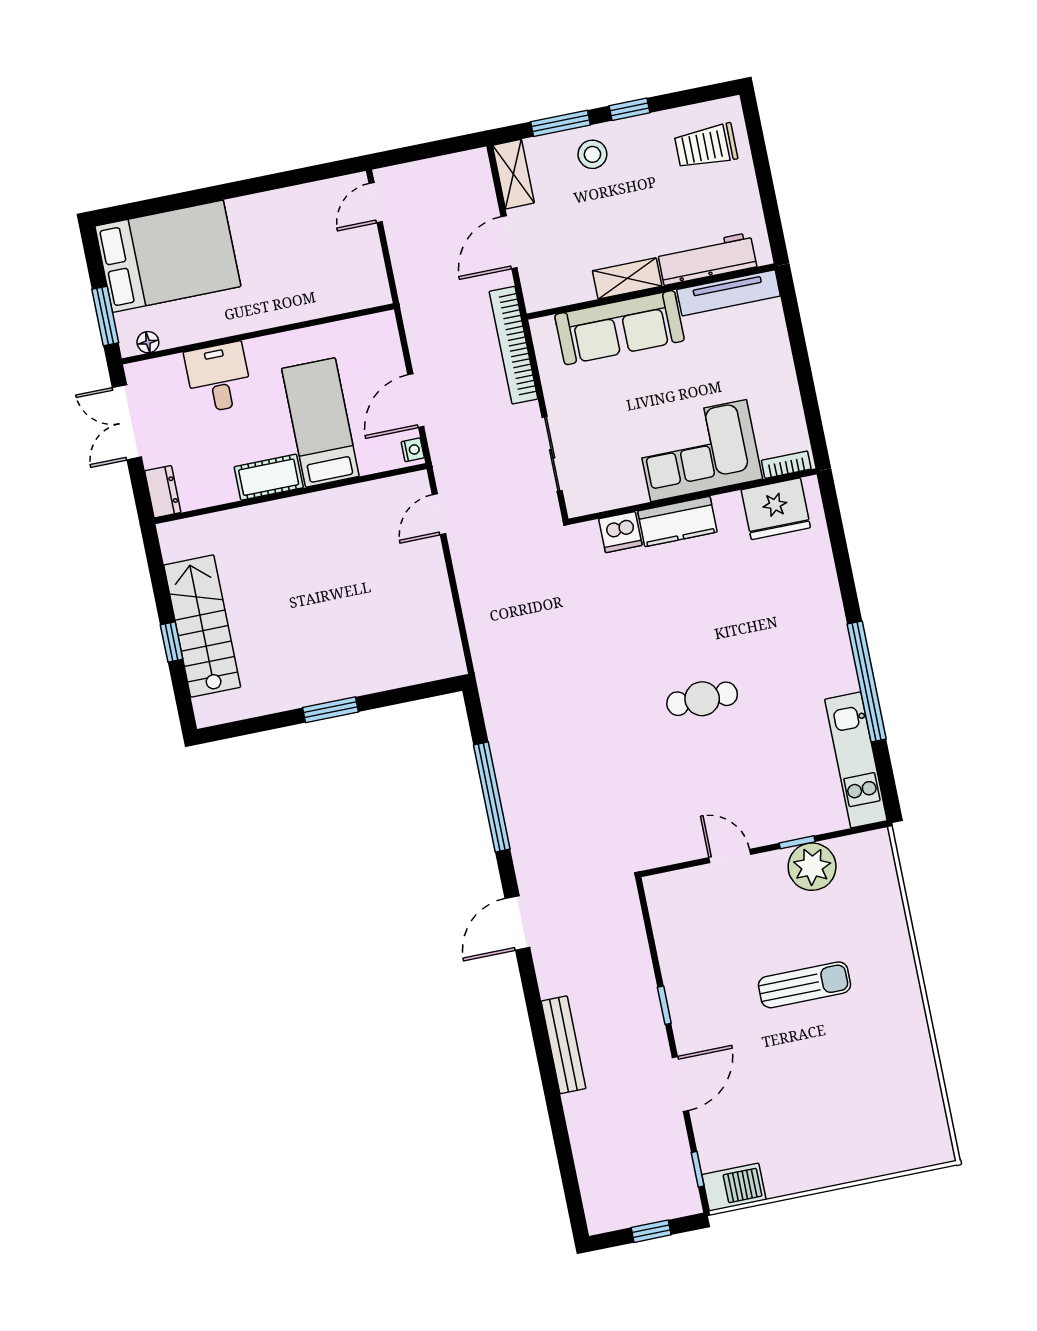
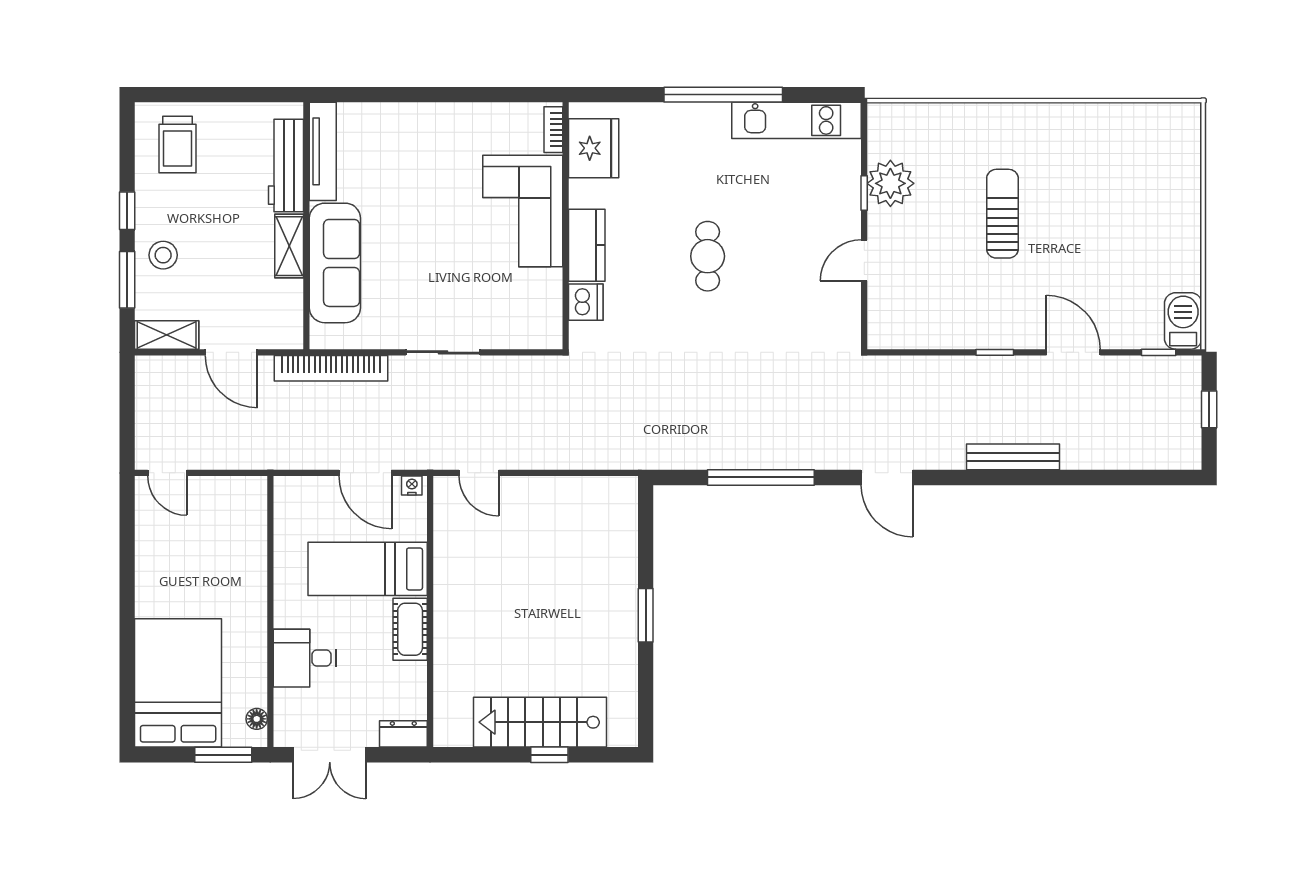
corner sofa: (699, 451) -> (523, 211), moved
bookcase: (786, 465) -> (553, 130), moved
wall: (693, 496) -> (566, 226), moved
fridge: (776, 509) -> (594, 148), moved
kitchen counter: (677, 522) -> (587, 245), moved
dishwasher: (620, 532) -> (586, 302), moved

